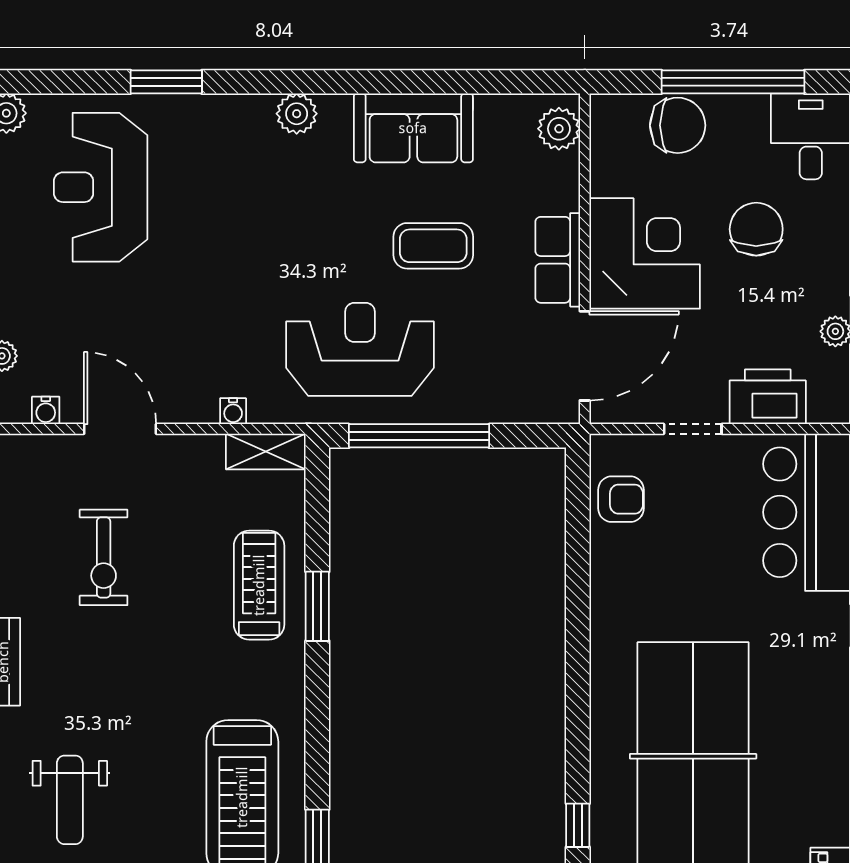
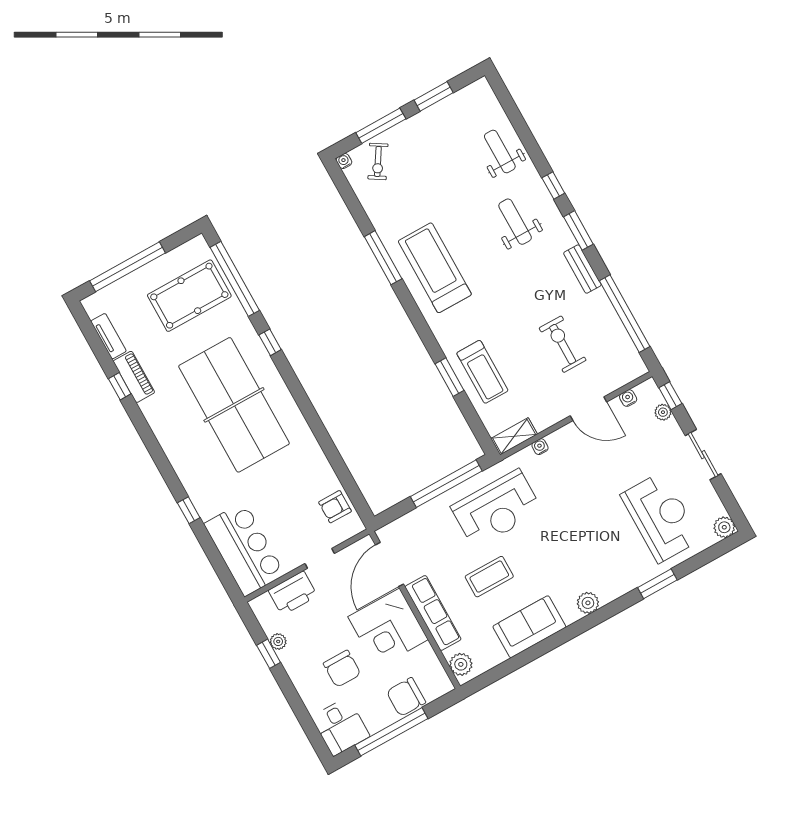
row of seats: (558, 260) -> (433, 613), width x1.48

